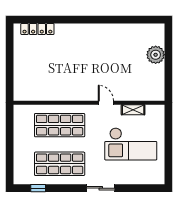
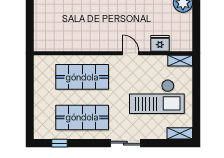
fridge: (134, 93) -> (160, 43), added
shelving: (133, 110) -> (180, 61), moved
shelving: (153, 179) -> (180, 133), added

